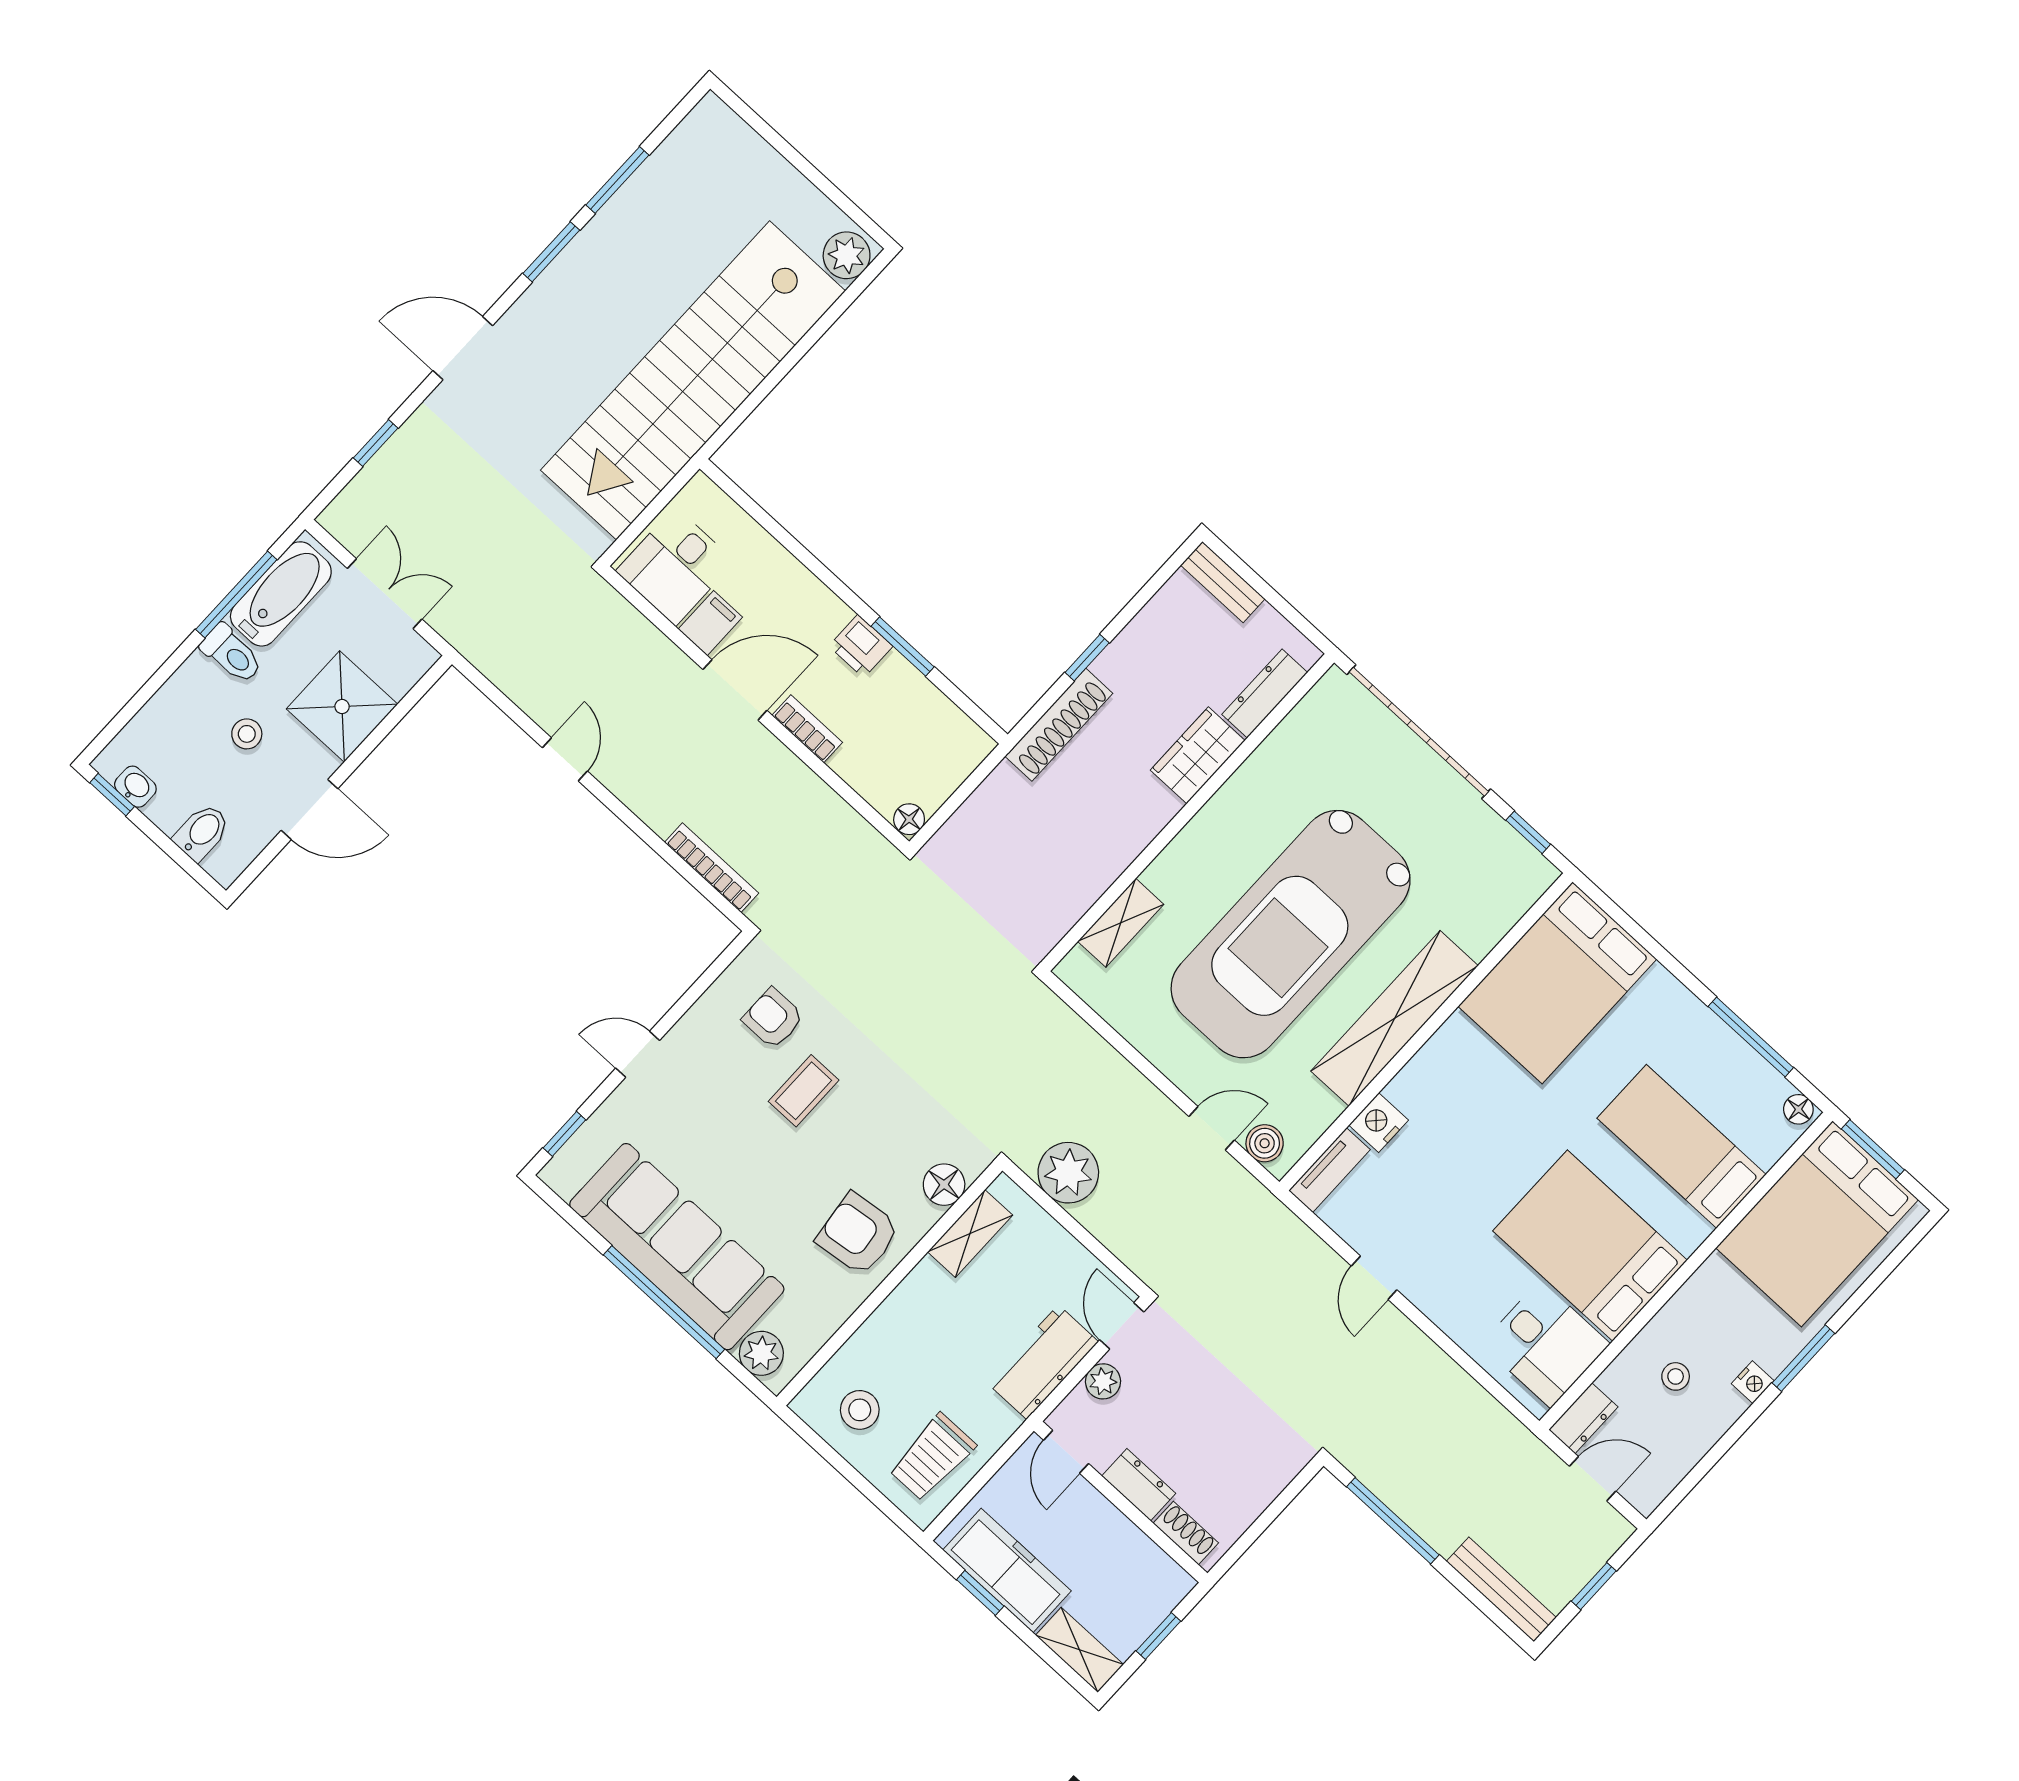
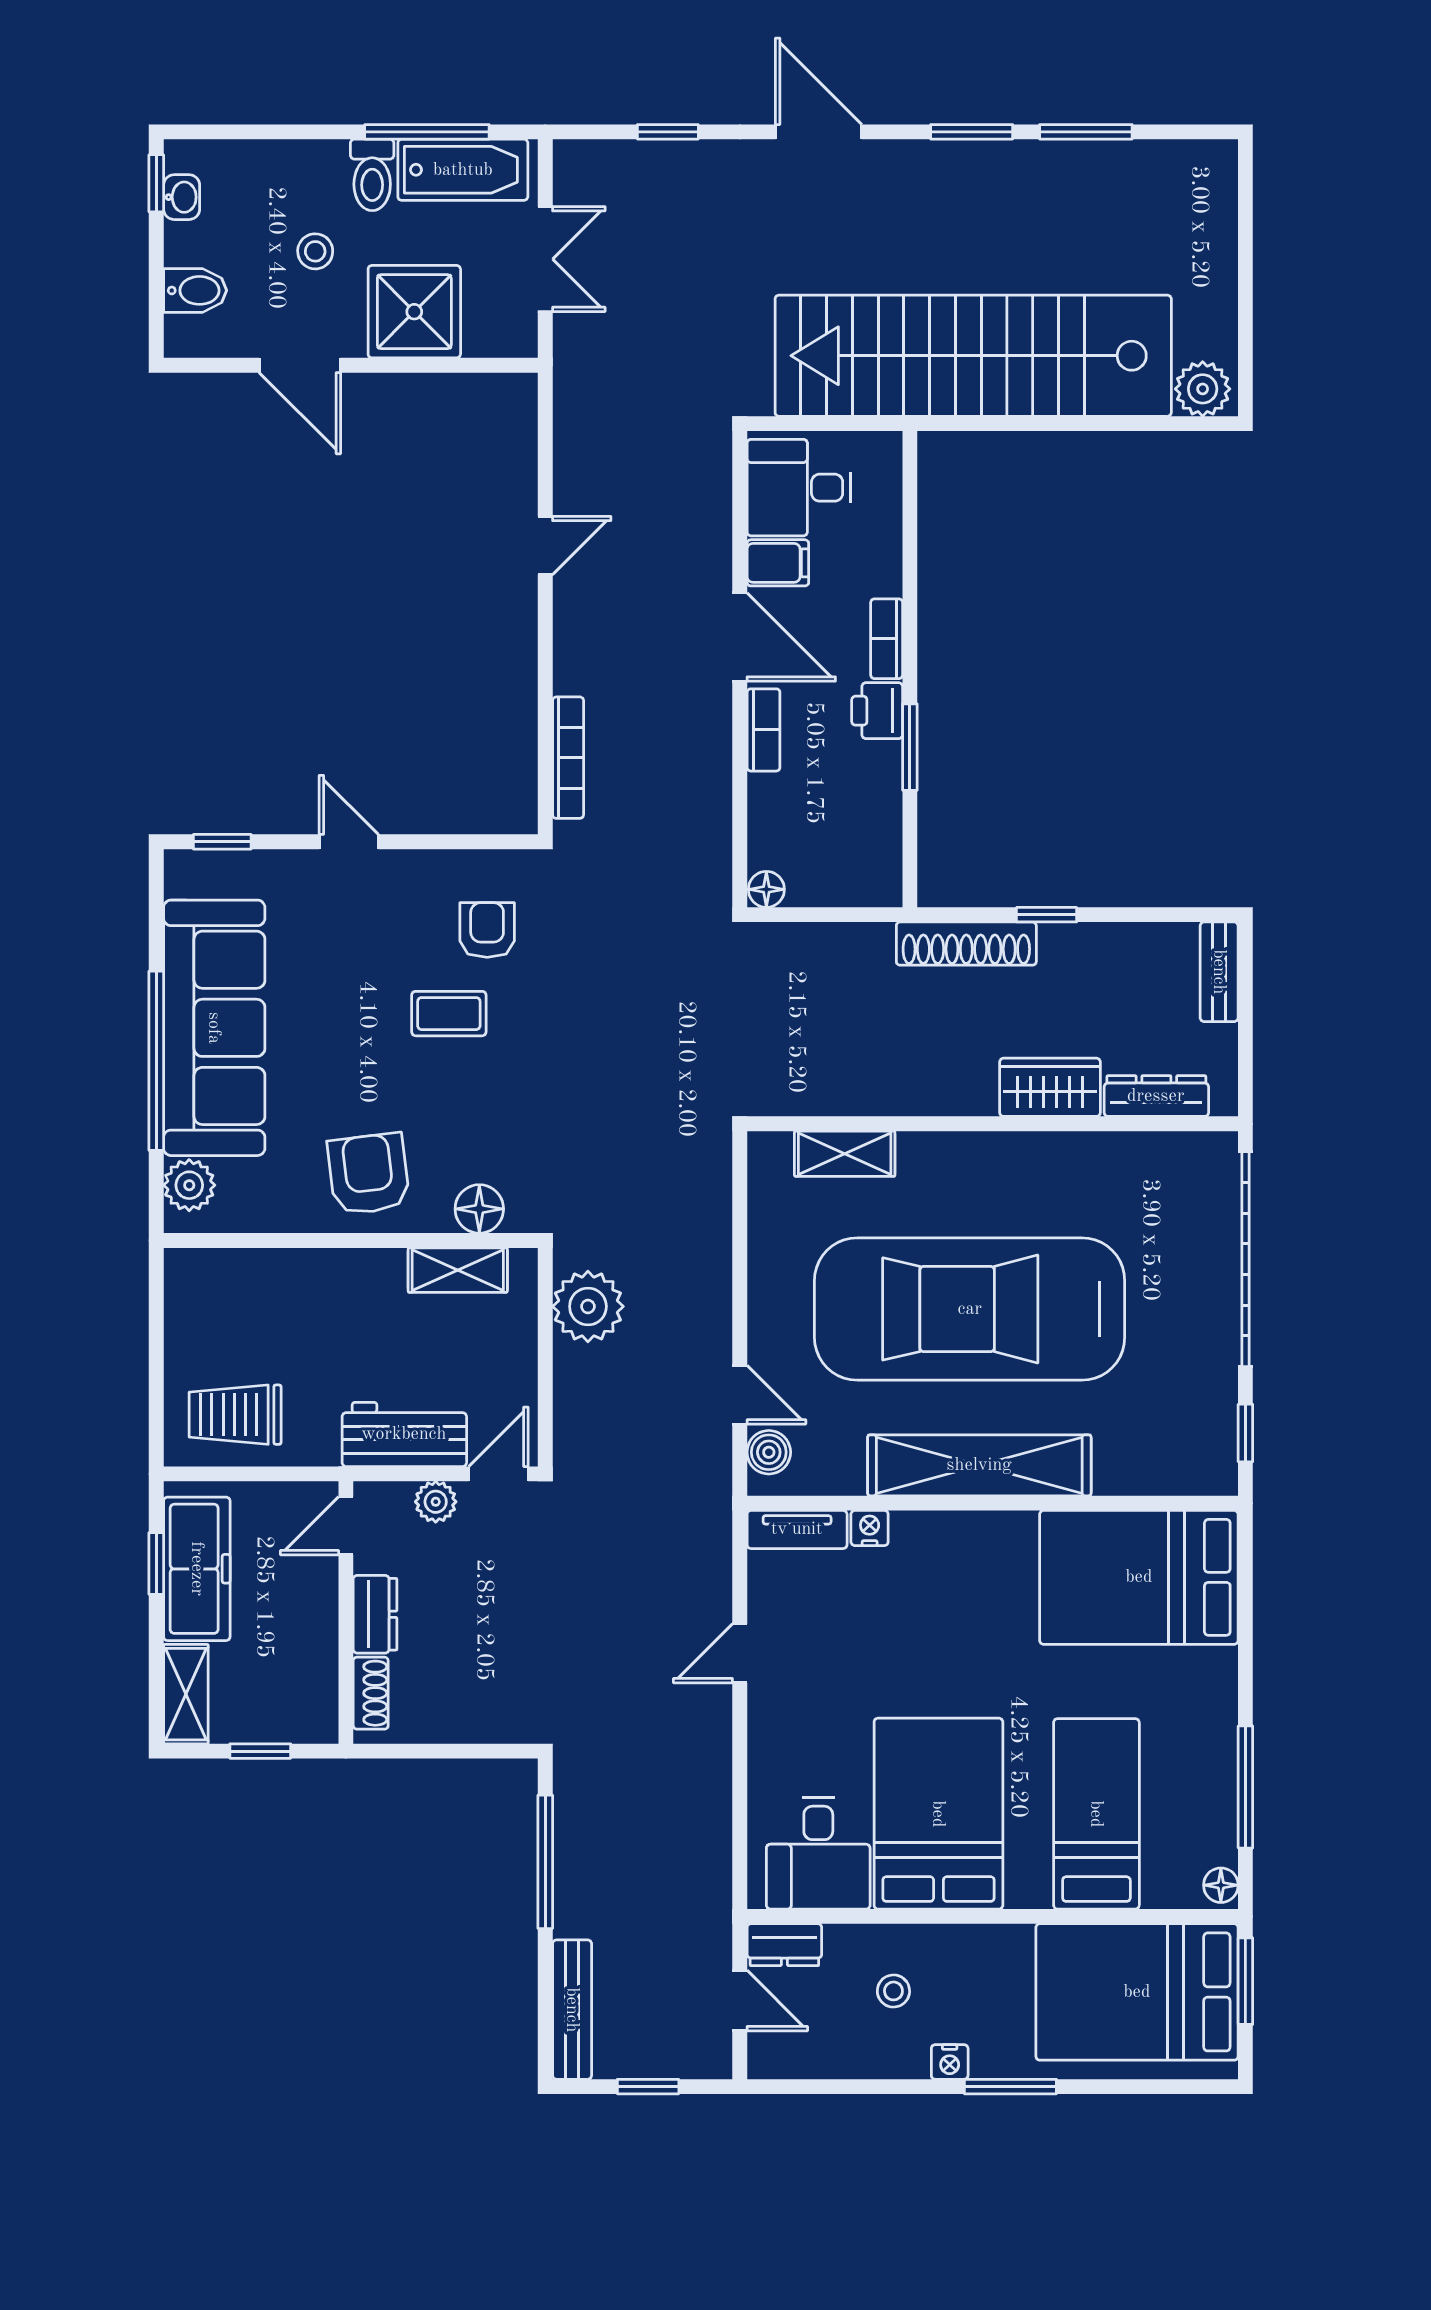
bookcase: (821, 599) -> (887, 639), added
nightstand: (1379, 1123) -> (870, 1528), width x0.72, depth x0.74
stool: (860, 1410) -> (218, 1315), removed

